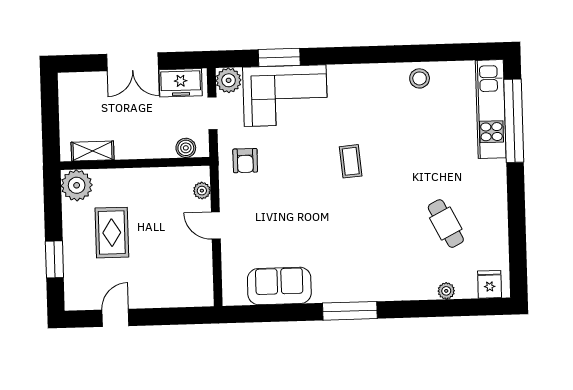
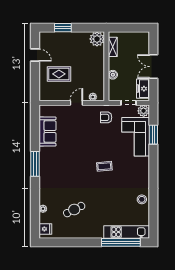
boiler: (186, 148) -> (113, 75), moved
rug: (112, 233) -> (59, 74), moved

